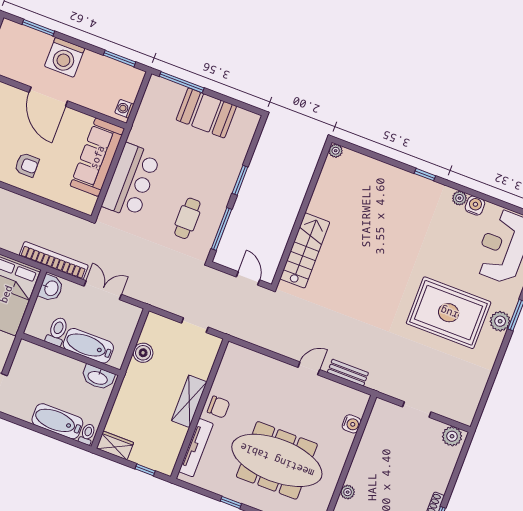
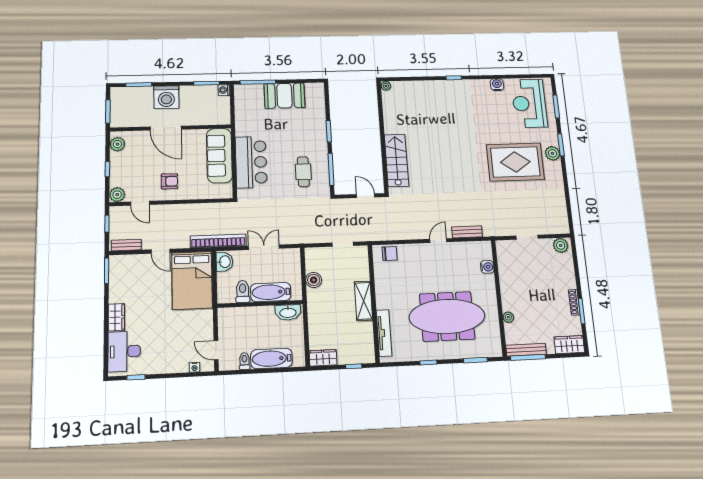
washing machine: (124, 109) -> (224, 90), moved
plant: (459, 198) -> (484, 84), removed
chair: (219, 407) -> (390, 254), moved
toilet: (87, 434) -> (244, 361), moved

